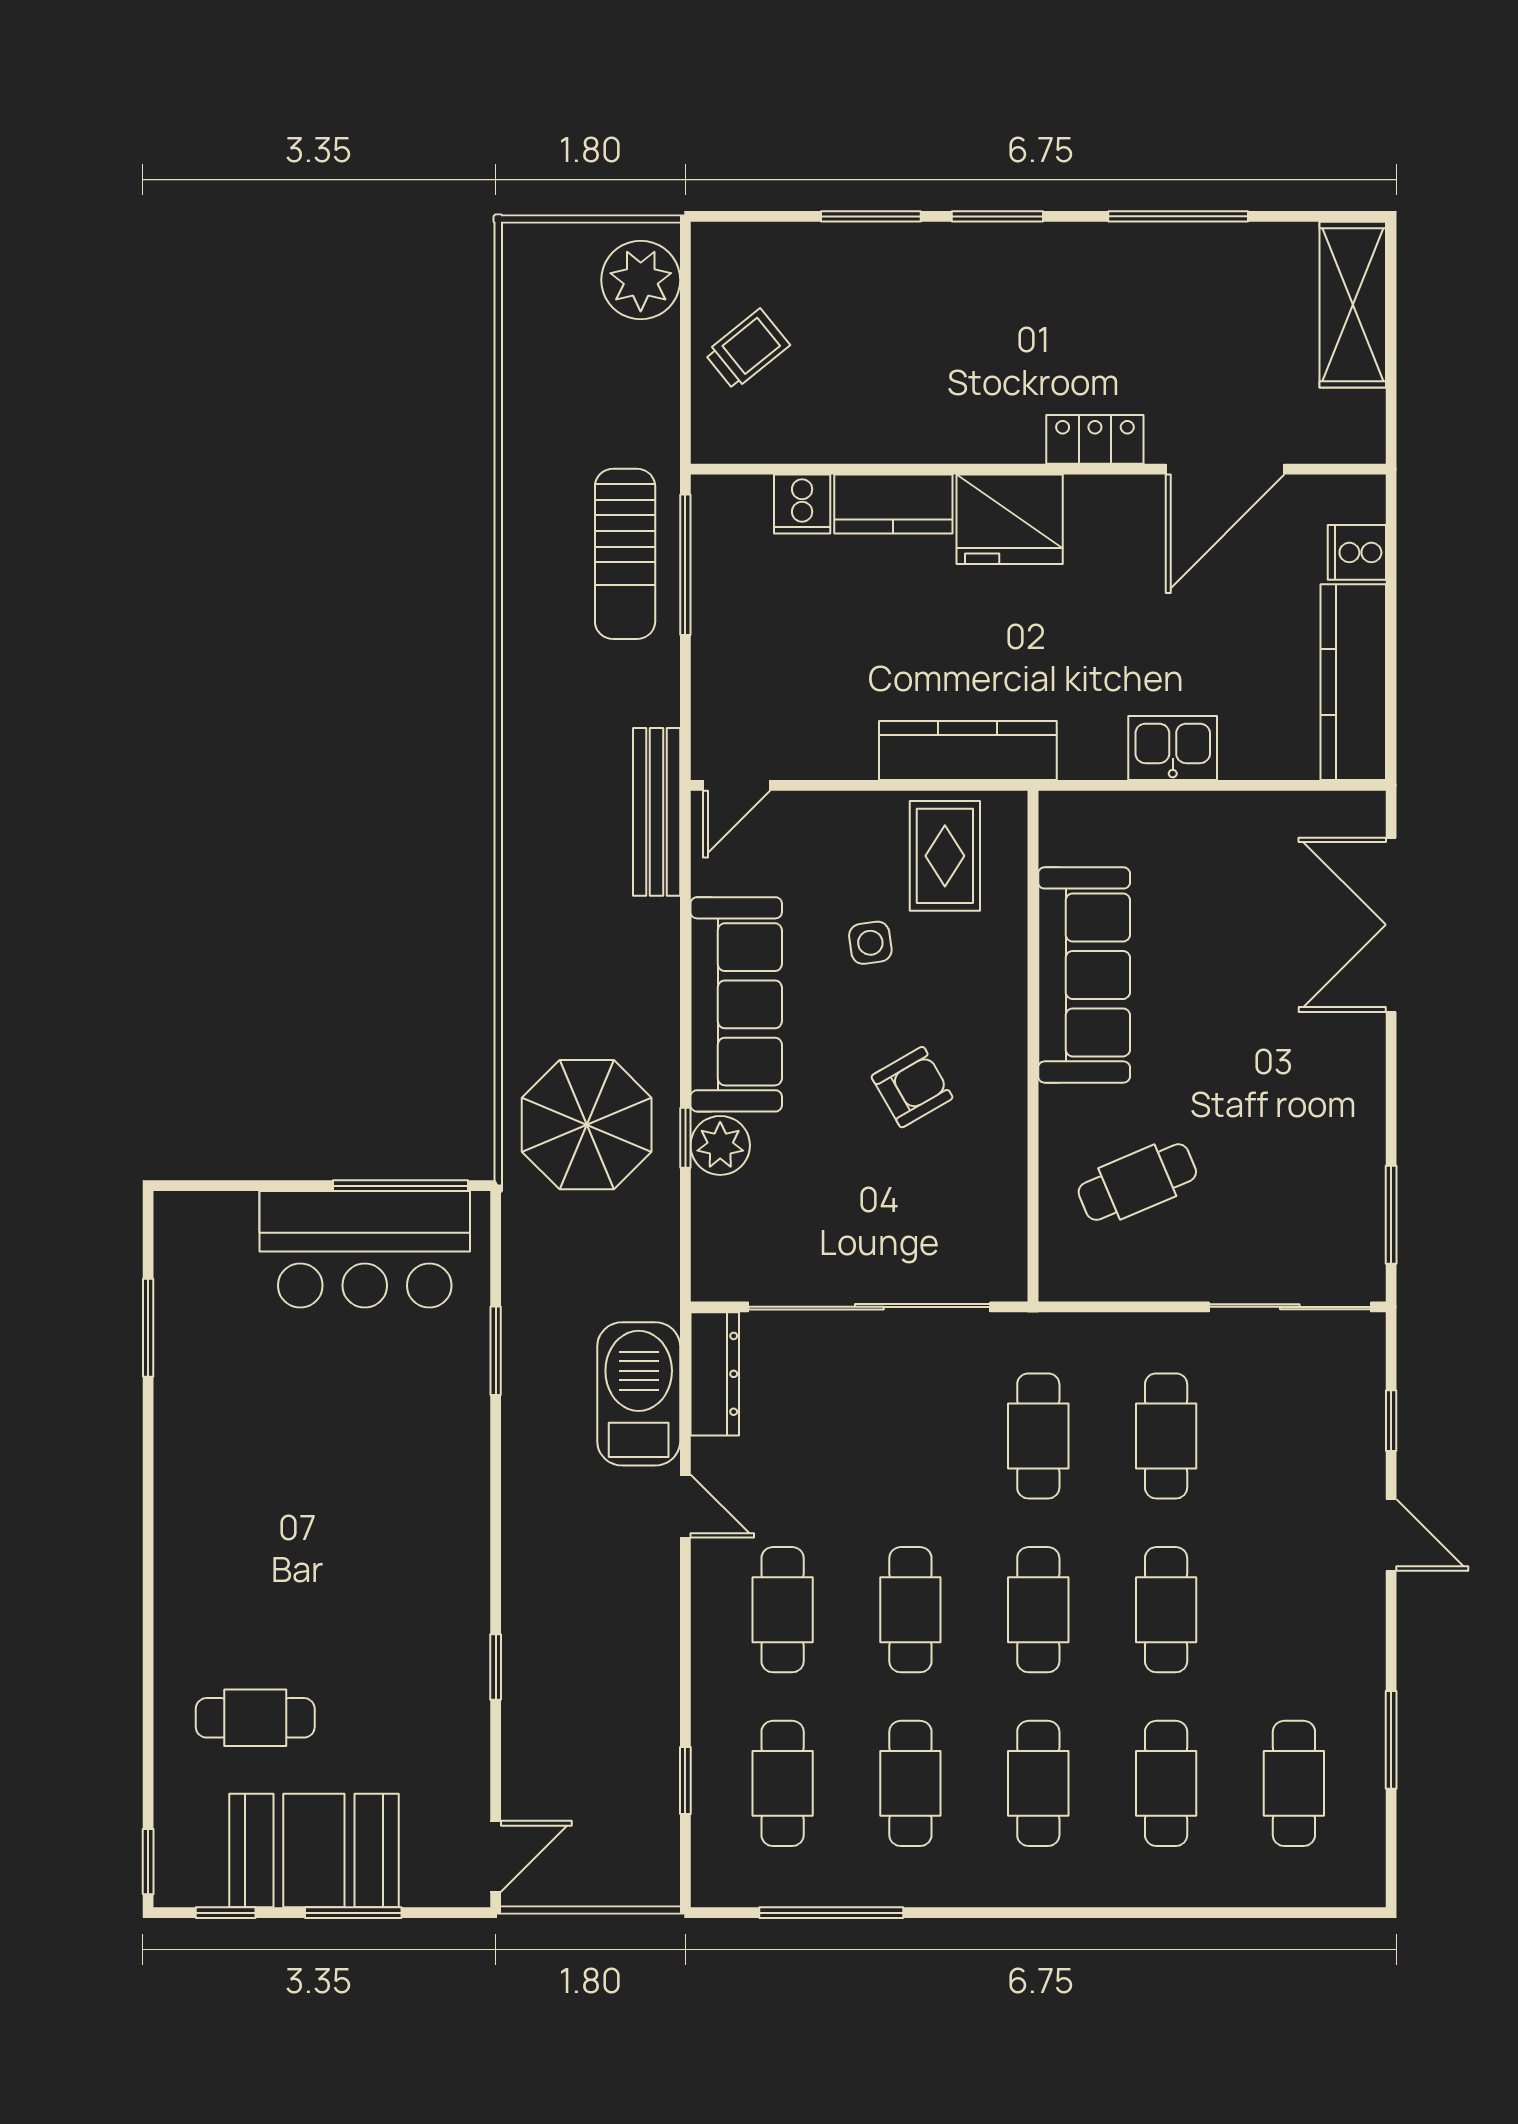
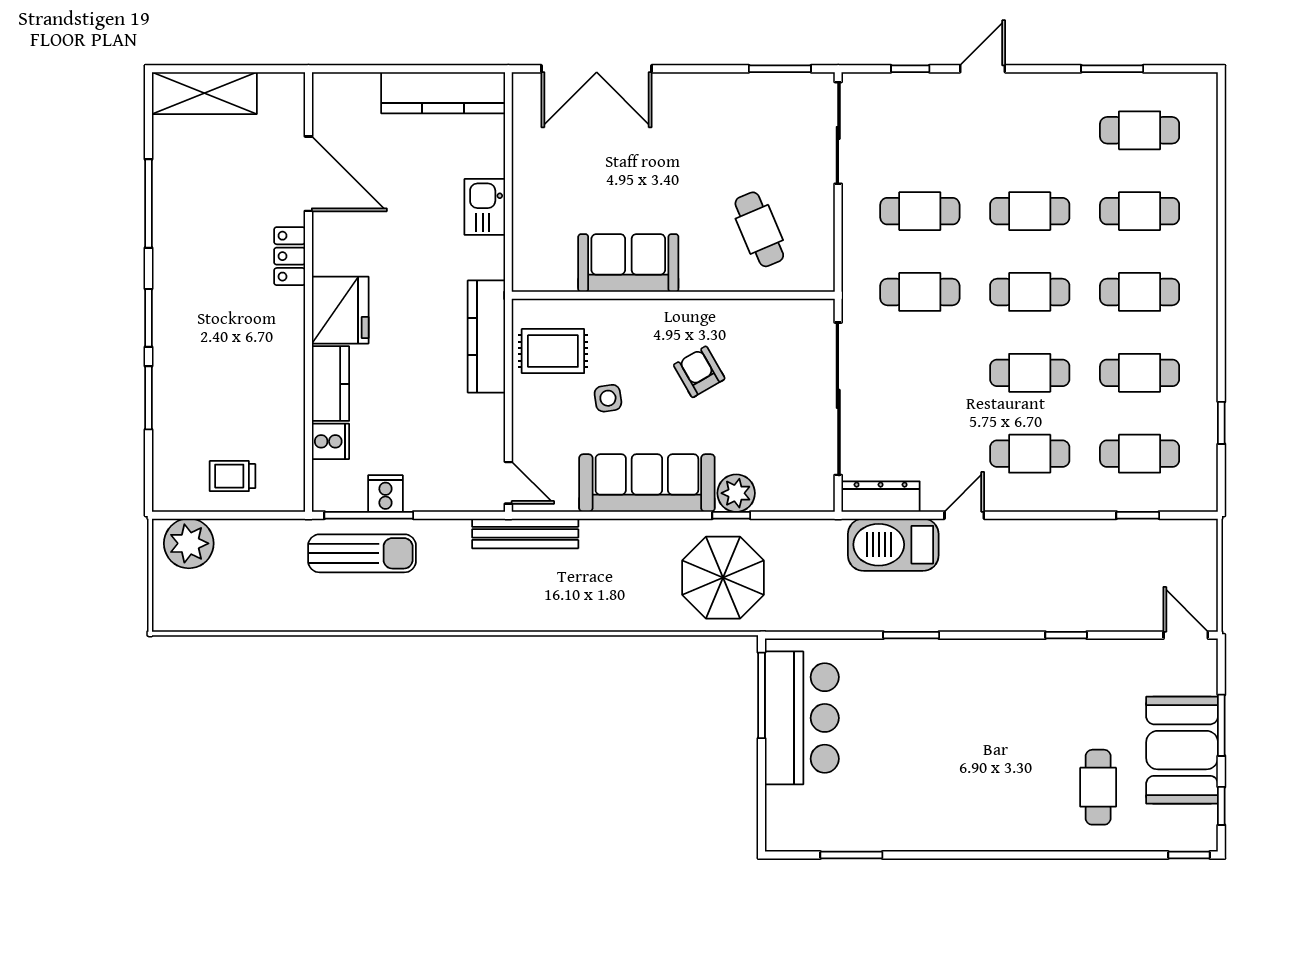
trolley: (747, 349) -> (232, 476), turned -51
cooker: (1357, 552) -> (385, 494), moved, turned 180
sofa: (1084, 975) -> (628, 263), width x0.73
window: (496, 1351) -> (911, 635), moved
window: (831, 1913) -> (1221, 423), width x0.46

